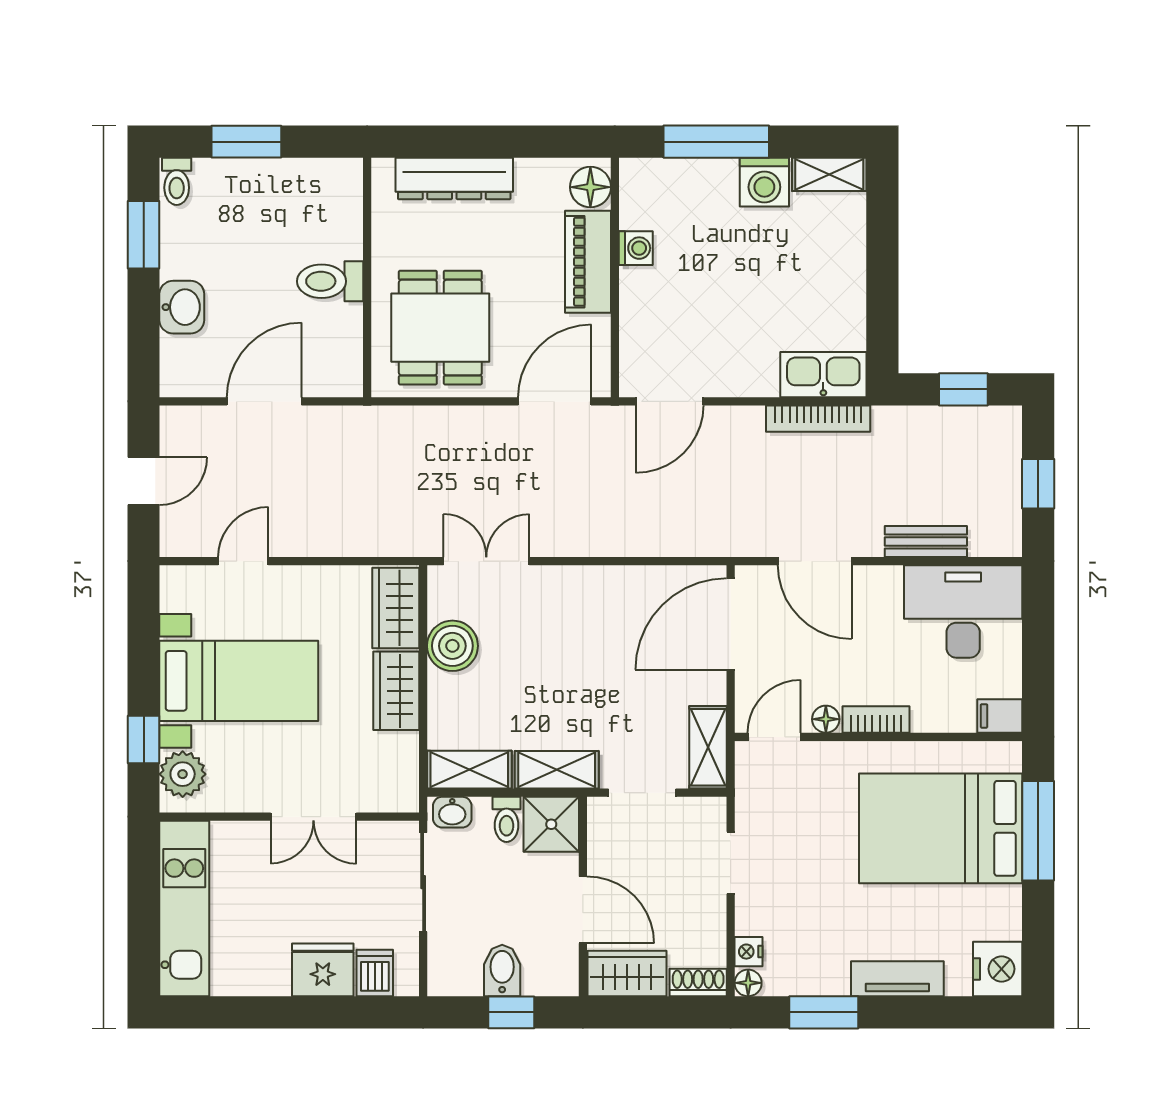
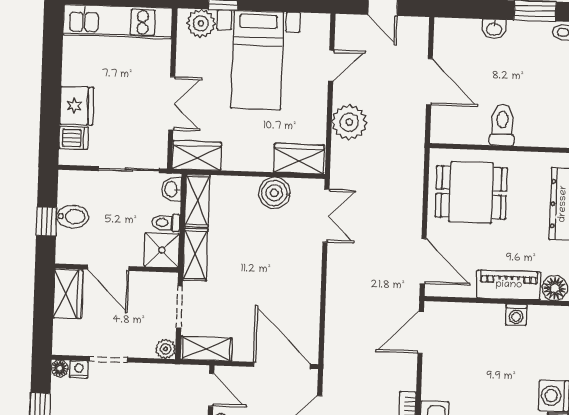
washbasin: (182, 307) -> (494, 29), width x0.72, depth x0.69
door: (670, 401) -> (421, 332), hinge flipped
plant: (334, 529) -> (349, 122), added
door: (243, 561) -> (331, 66), hinge flipped
wardrobe: (396, 691) -> (197, 155), moved
plant: (711, 813) -> (166, 349), added
double door: (313, 817) -> (172, 103), swing flipped
doorway: (731, 863) -> (108, 359), moved
door: (583, 910) -> (108, 268), hinge flipped
shoe rack: (698, 983) -> (61, 337), removed

